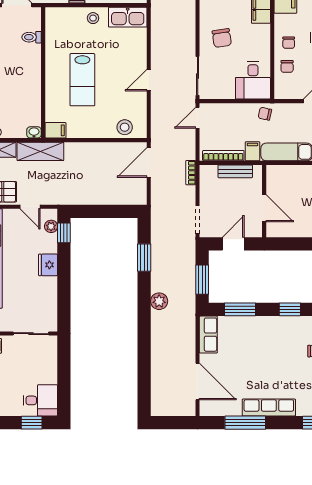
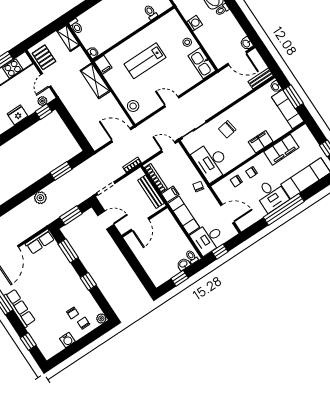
desk: (253, 80) -> (211, 162), width x1.37
shelving: (40, 151) -> (95, 81), moved
bench: (235, 171) -> (151, 192), width x1.36

